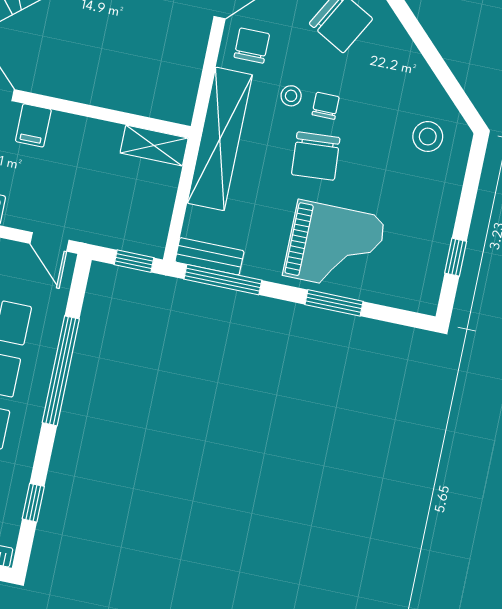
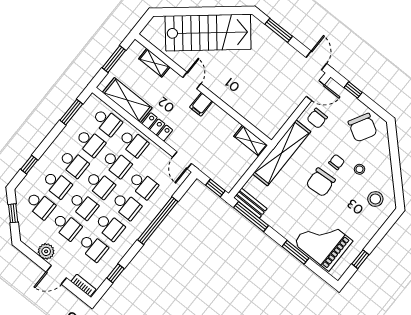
chair: (252, 46) -> (317, 118), turned 180
stool: (291, 96) -> (359, 169), moved
grand piano: (334, 246) -> (323, 242), moved, turned 180

